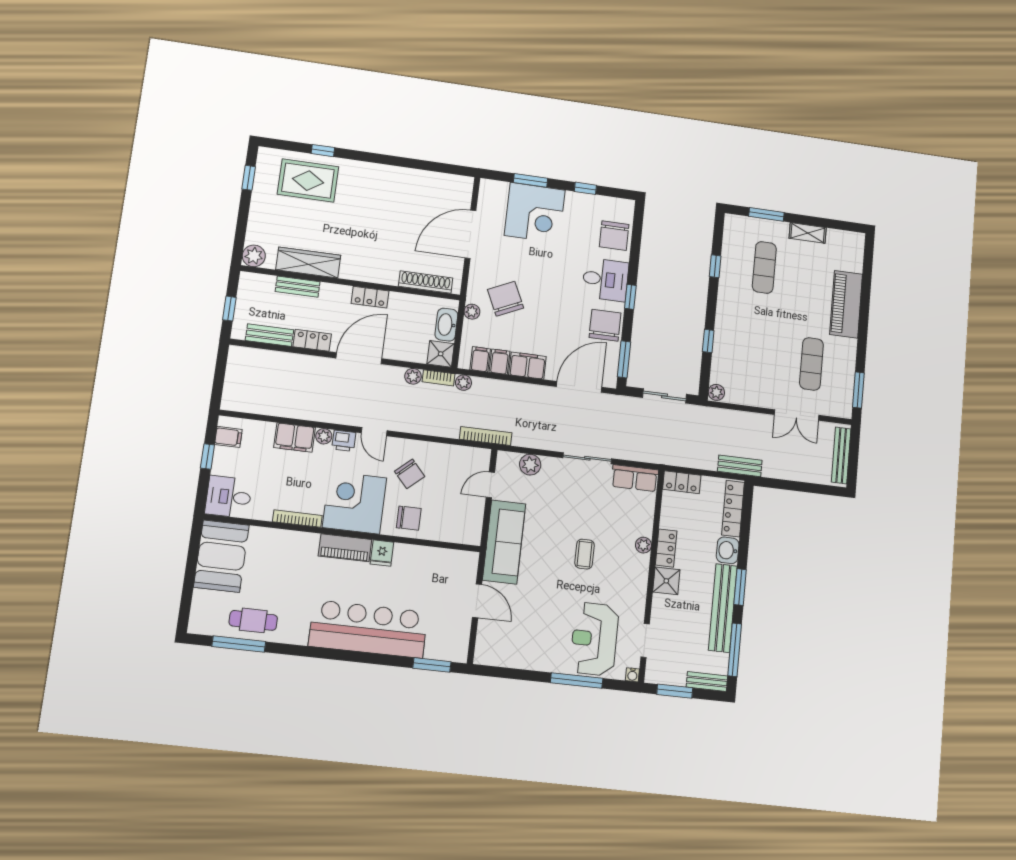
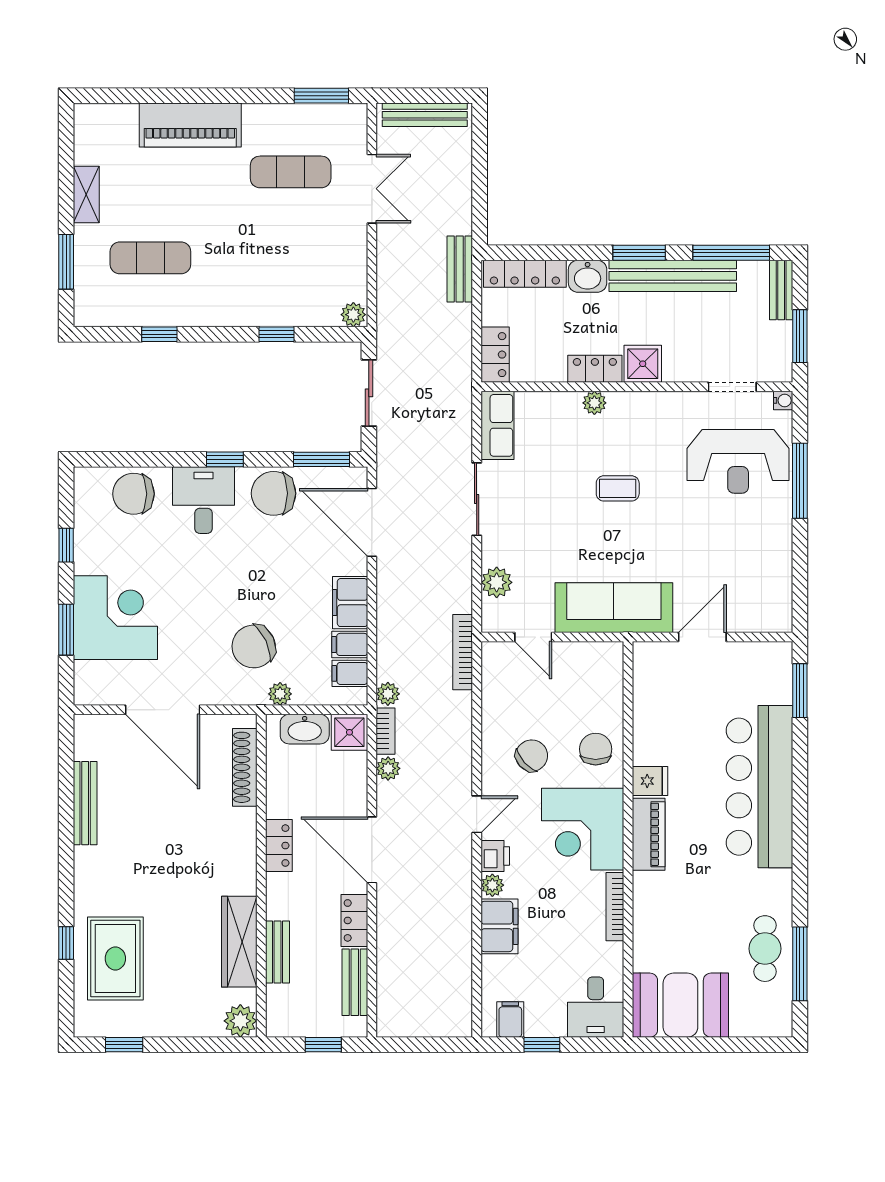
bench: (415, 176) -> (85, 803), added
chair: (614, 236) -> (134, 494), turned 180

